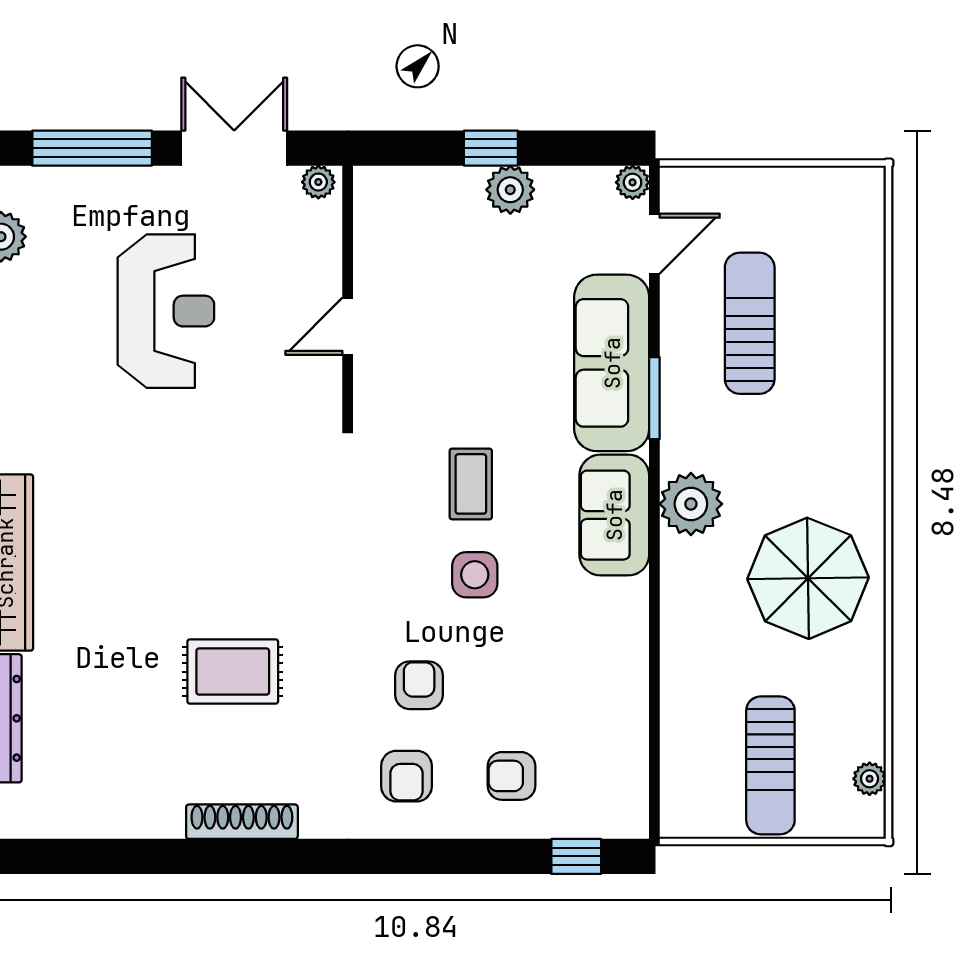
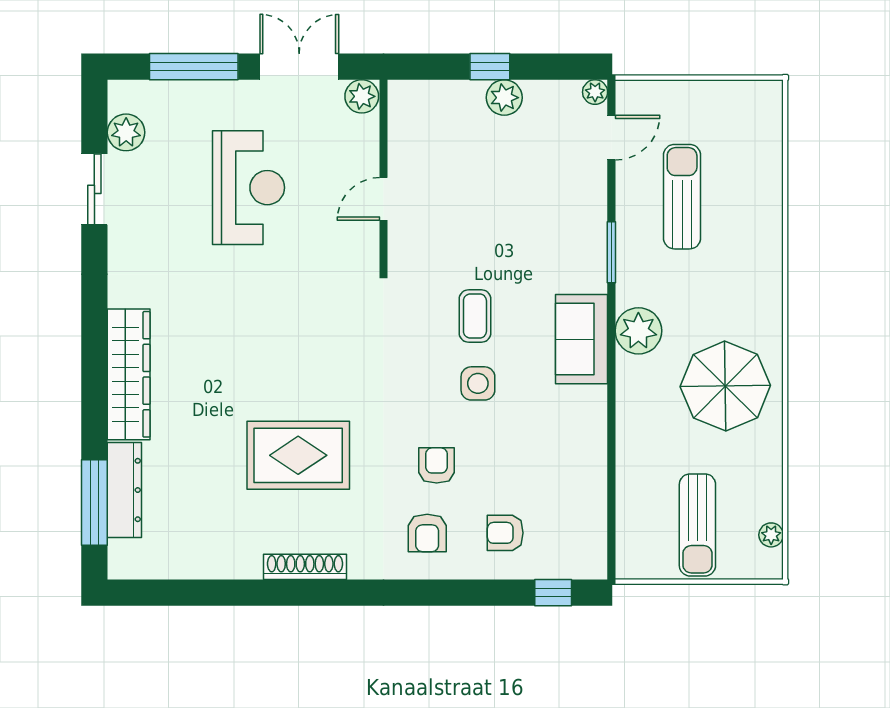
plant: (318, 182) -> (362, 96), width x1.38, depth x1.38
sofa: (612, 363) -> (580, 226), removed
rug: (233, 672) -> (298, 455), width x1.36, depth x1.43

